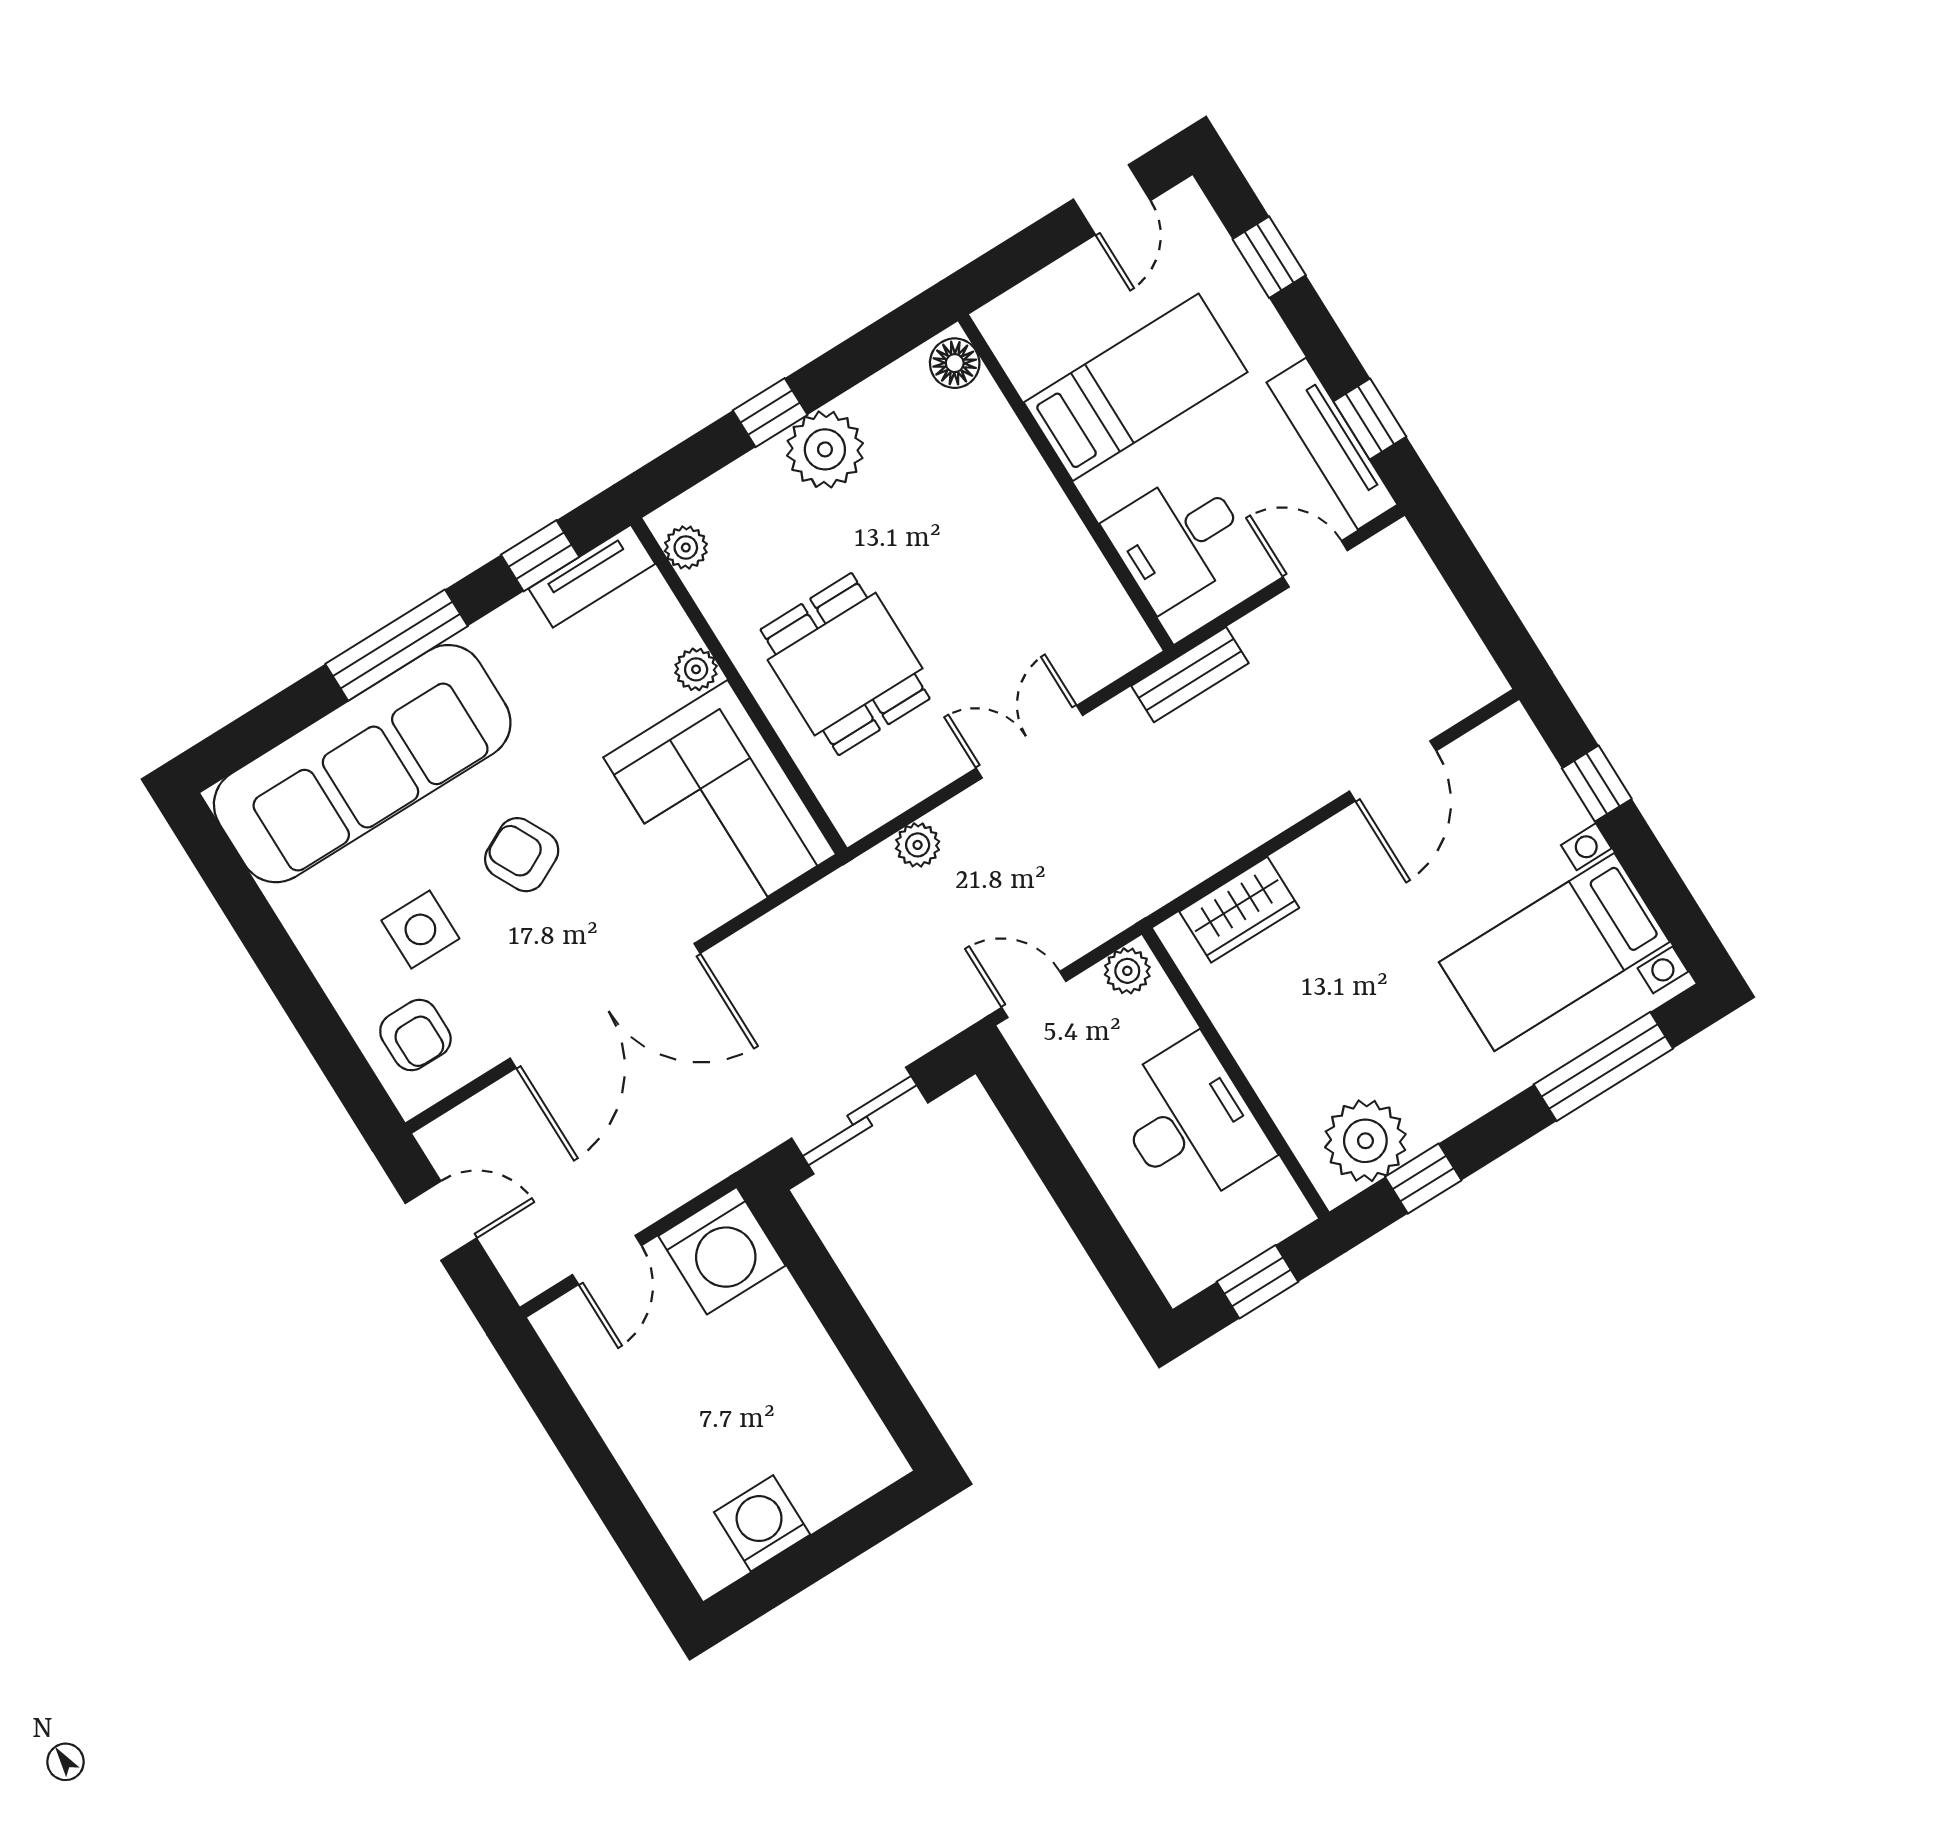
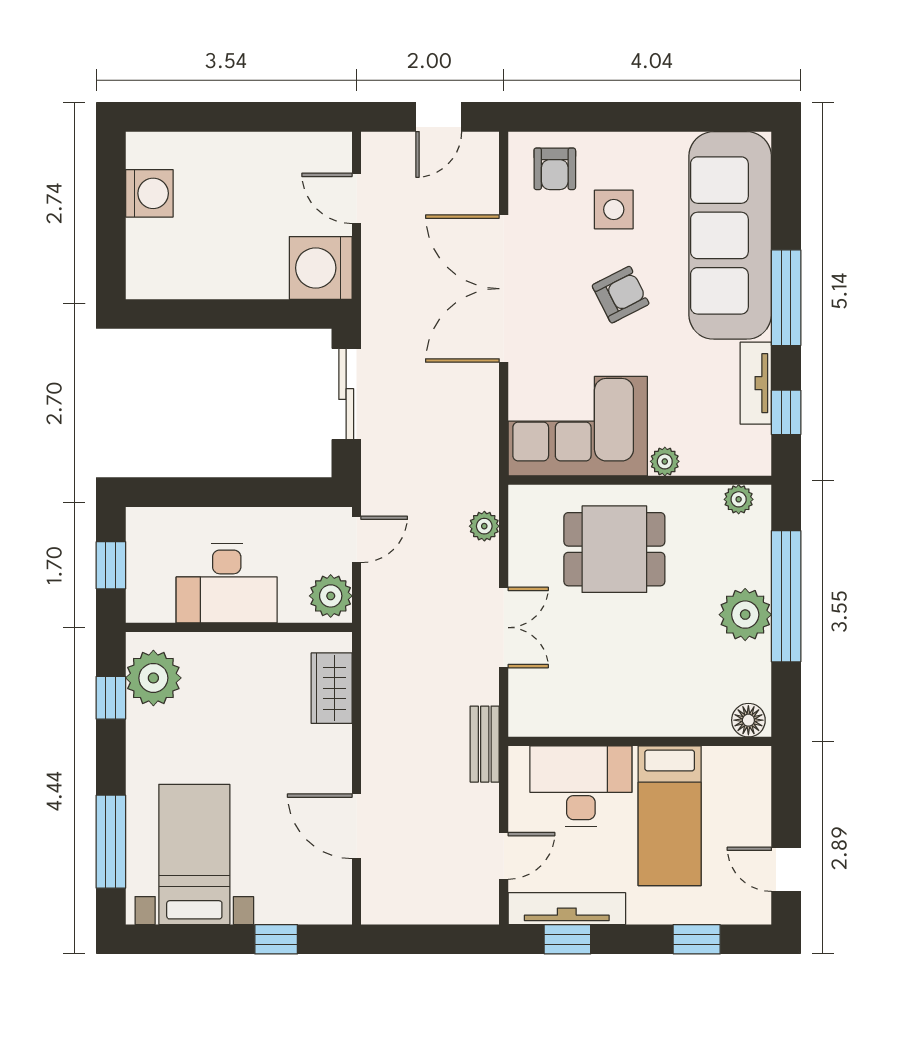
window: (770, 413) -> (786, 596), width x3.17
desk: (1178, 539) -> (581, 786), width x1.37
tv unit: (592, 576) -> (756, 383), moved
plant: (1127, 971) -> (331, 596), width x1.38, depth x1.38
armchair: (415, 1035) -> (555, 169), turned -90

